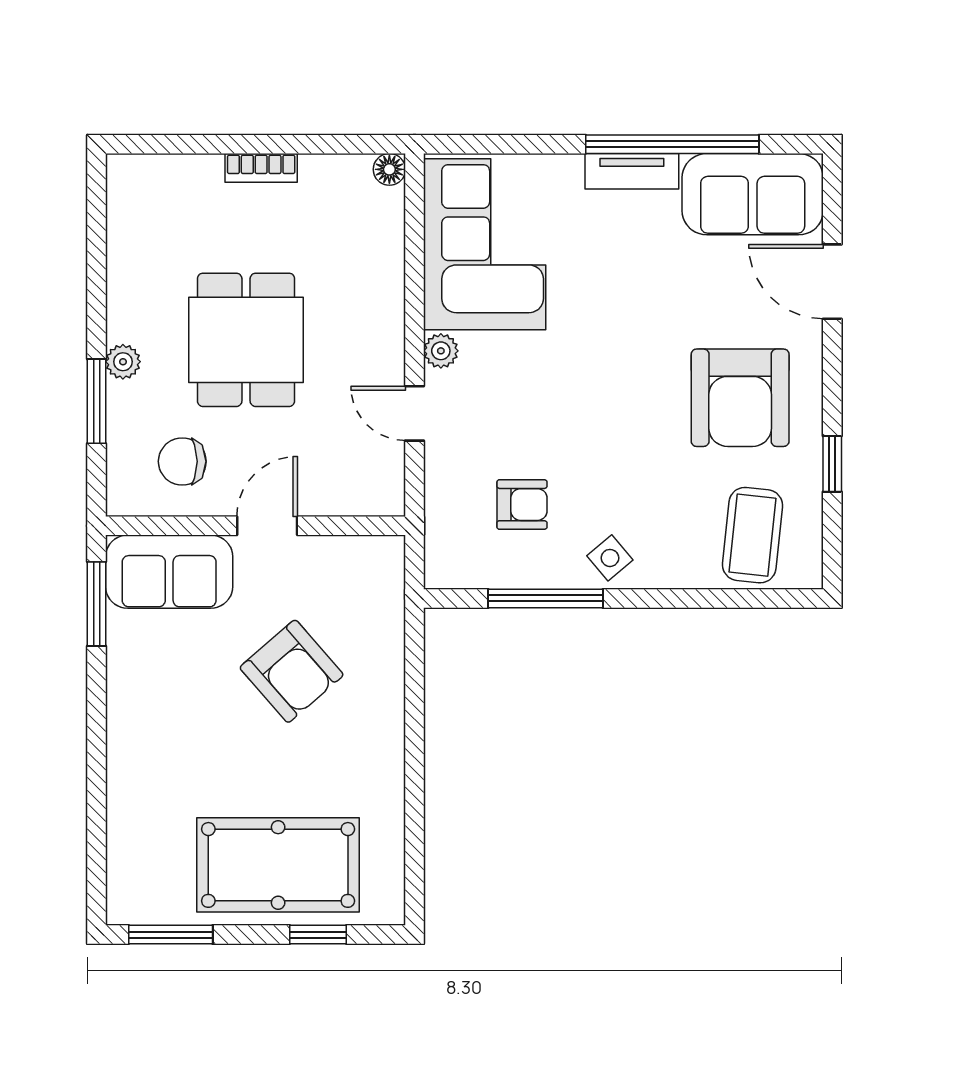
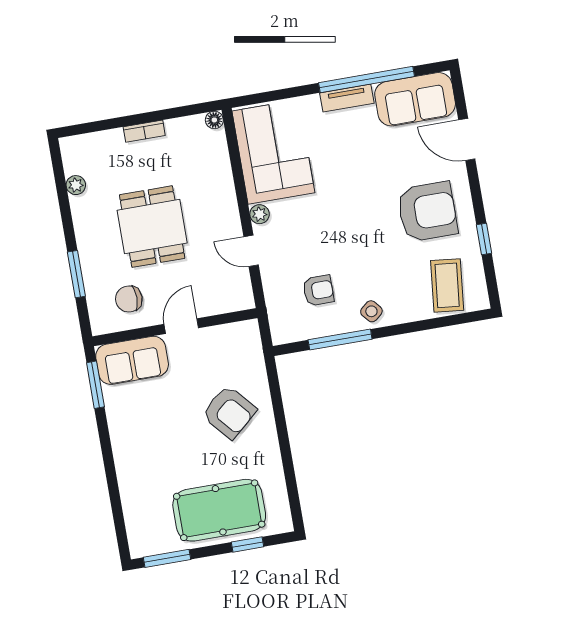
plant: (123, 362) -> (76, 185), moved
armchair: (740, 398) -> (427, 212), turned -90
armchair: (292, 671) -> (229, 412), moved

